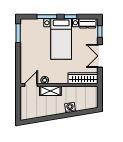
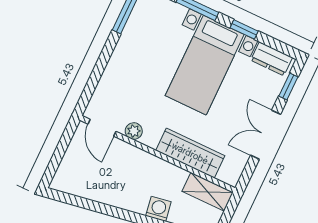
wardrobe: (83, 78) -> (190, 153), moved
door: (31, 85) -> (102, 128), swing flipped
shelving: (50, 91) -> (208, 192), moved

